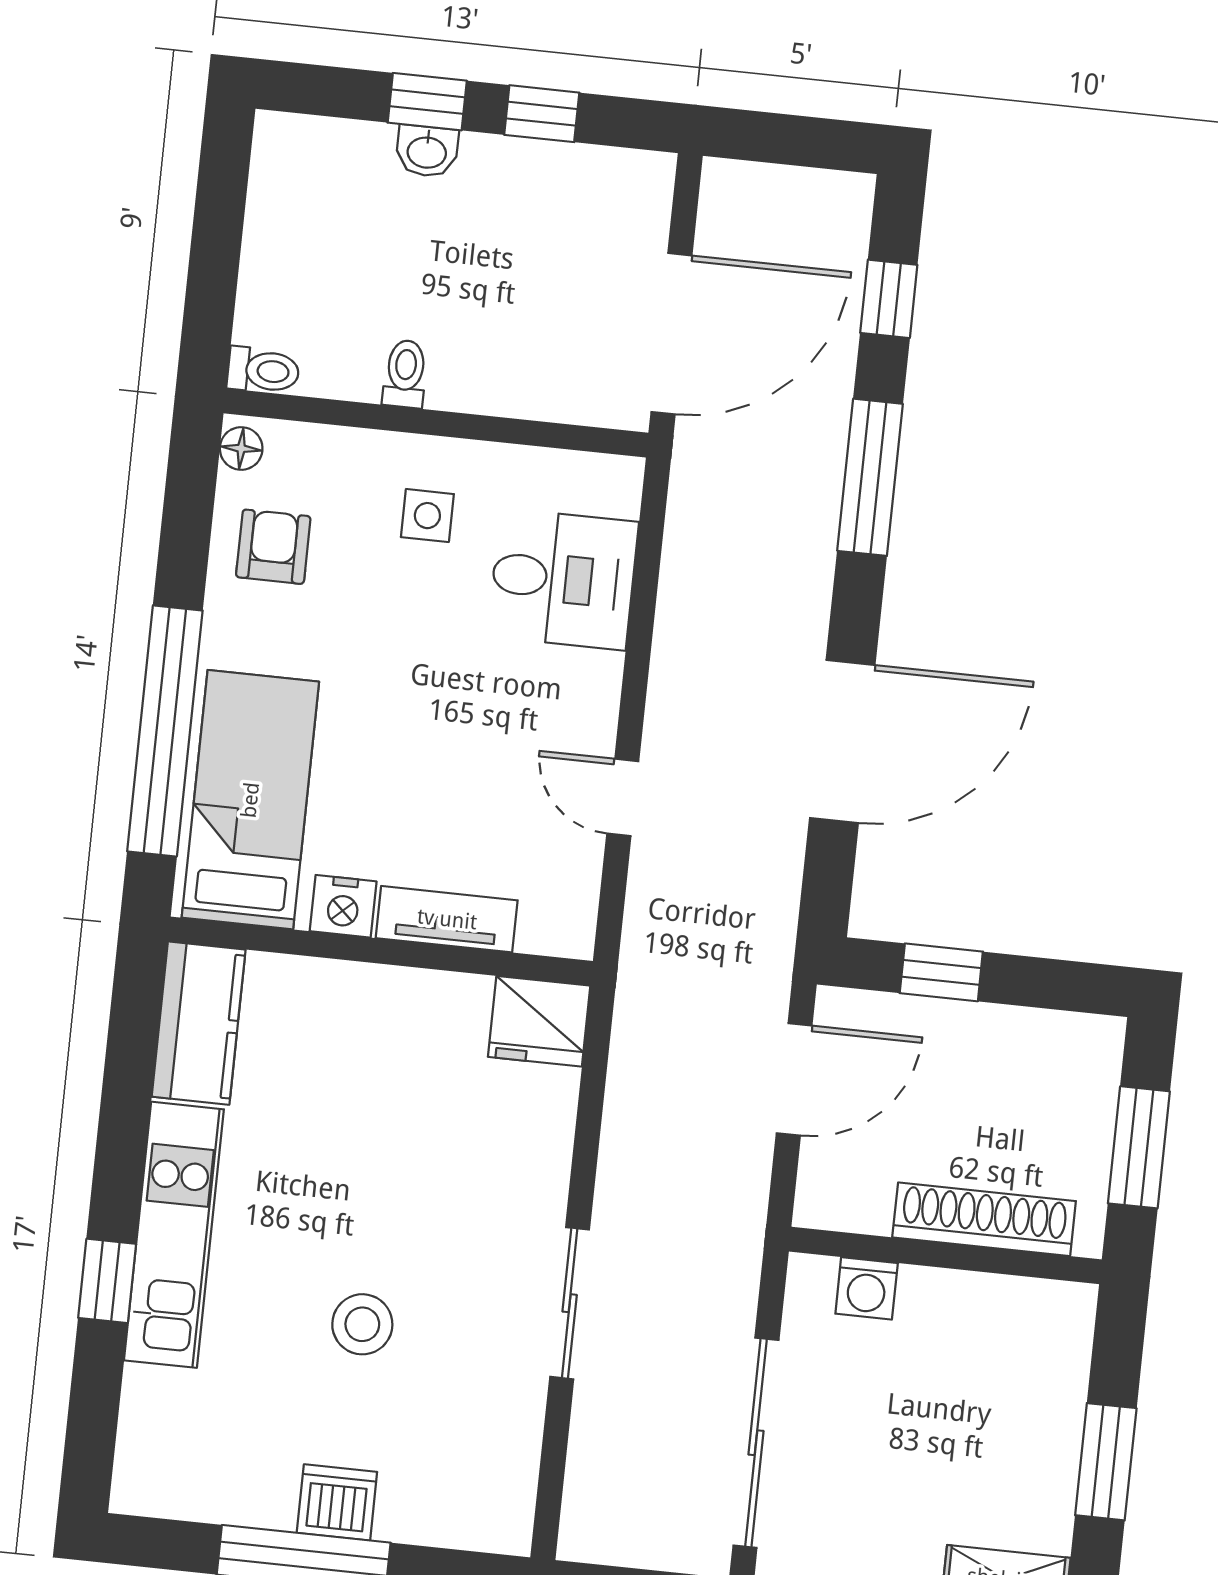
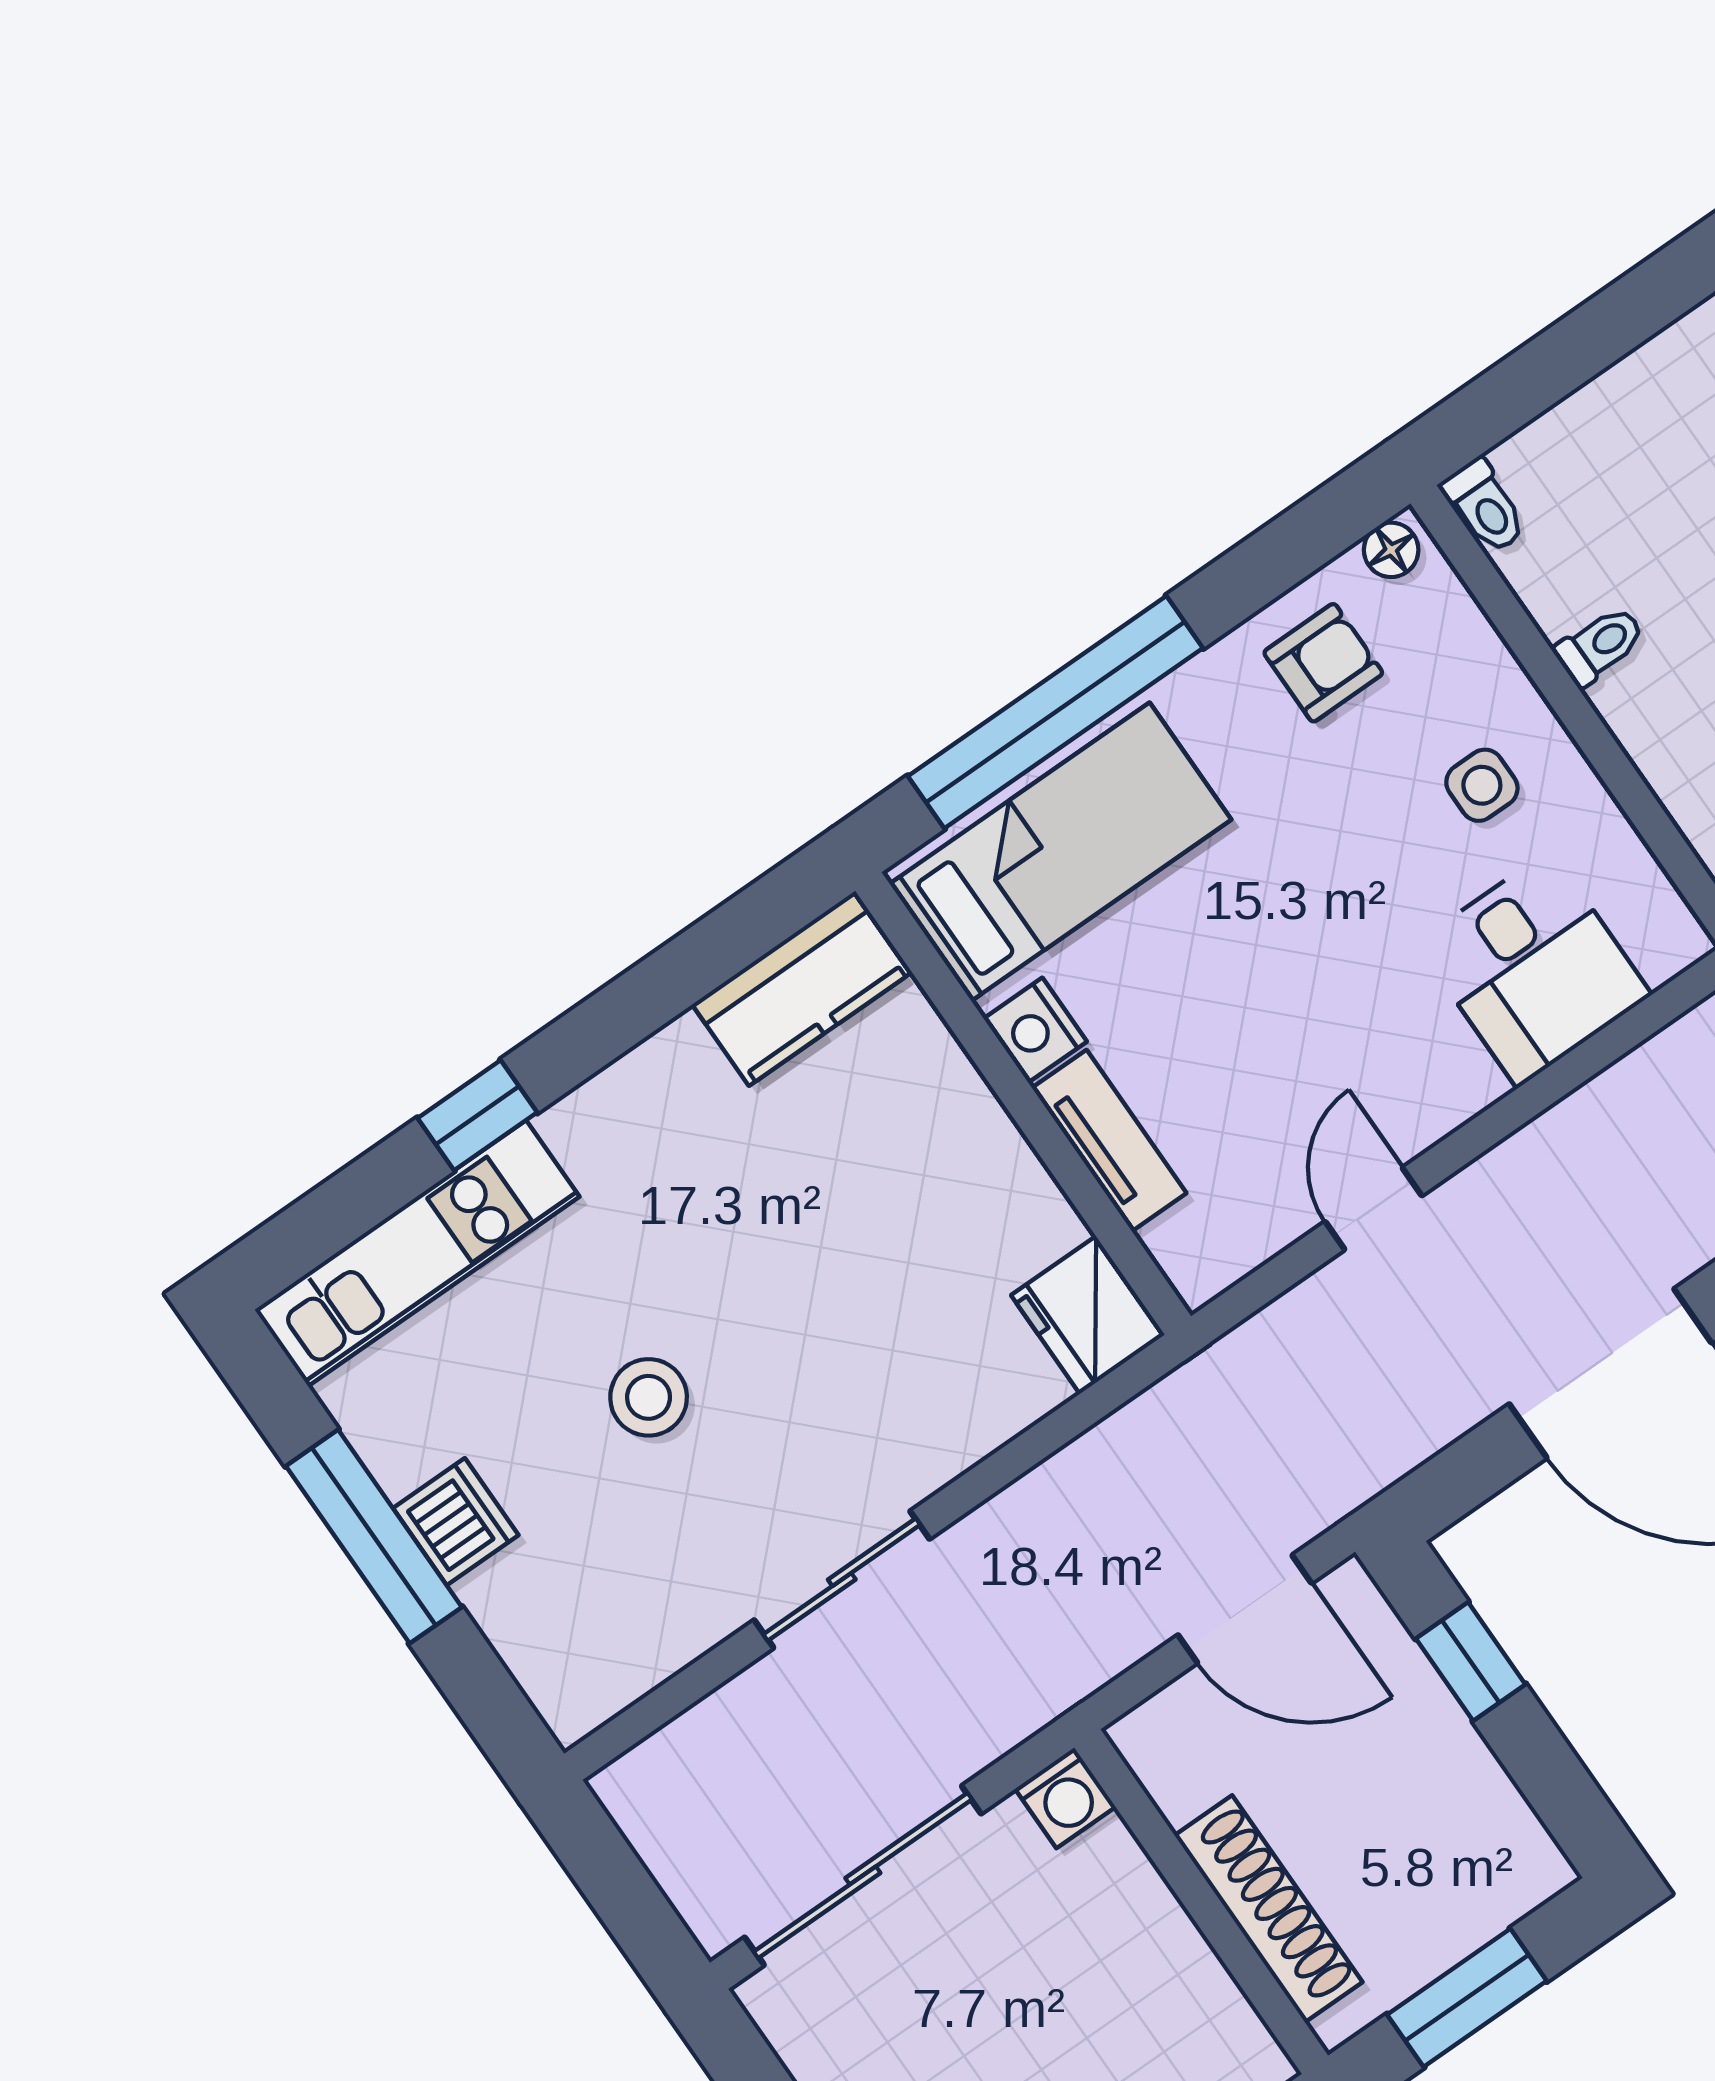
kitchen unit: (174, 1235) -> (417, 1253), moved
washing machine: (867, 1288) -> (1065, 1798), moved, turned -90

